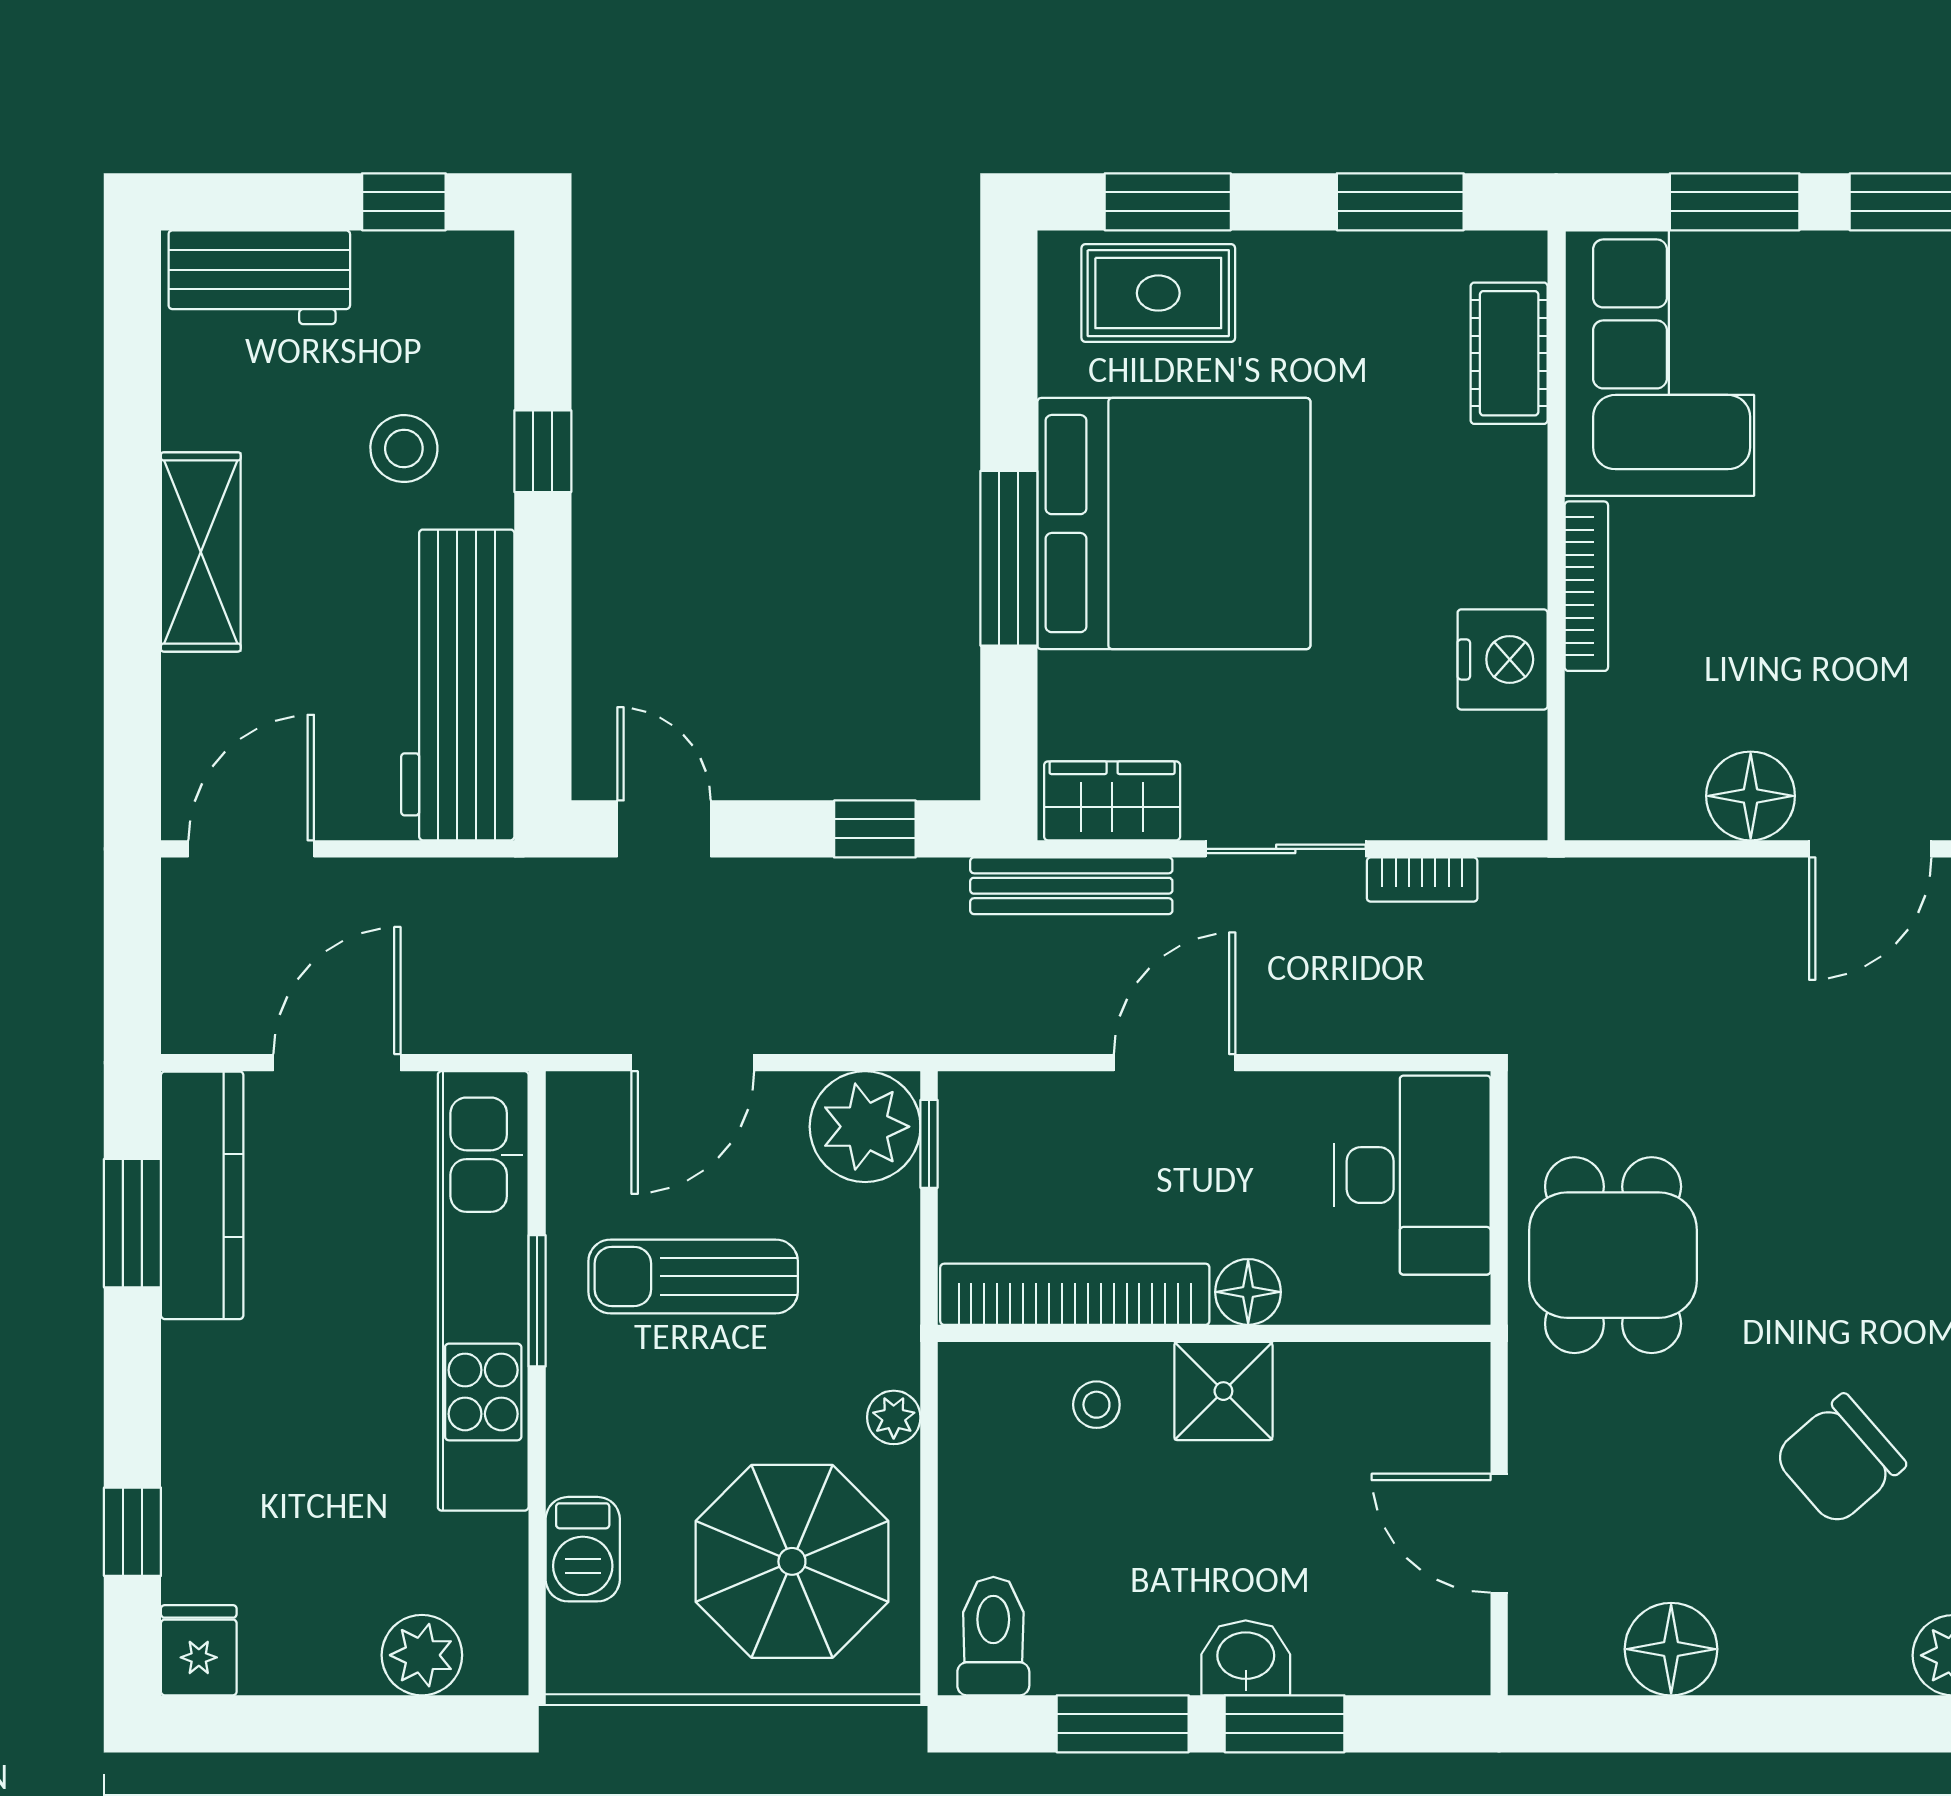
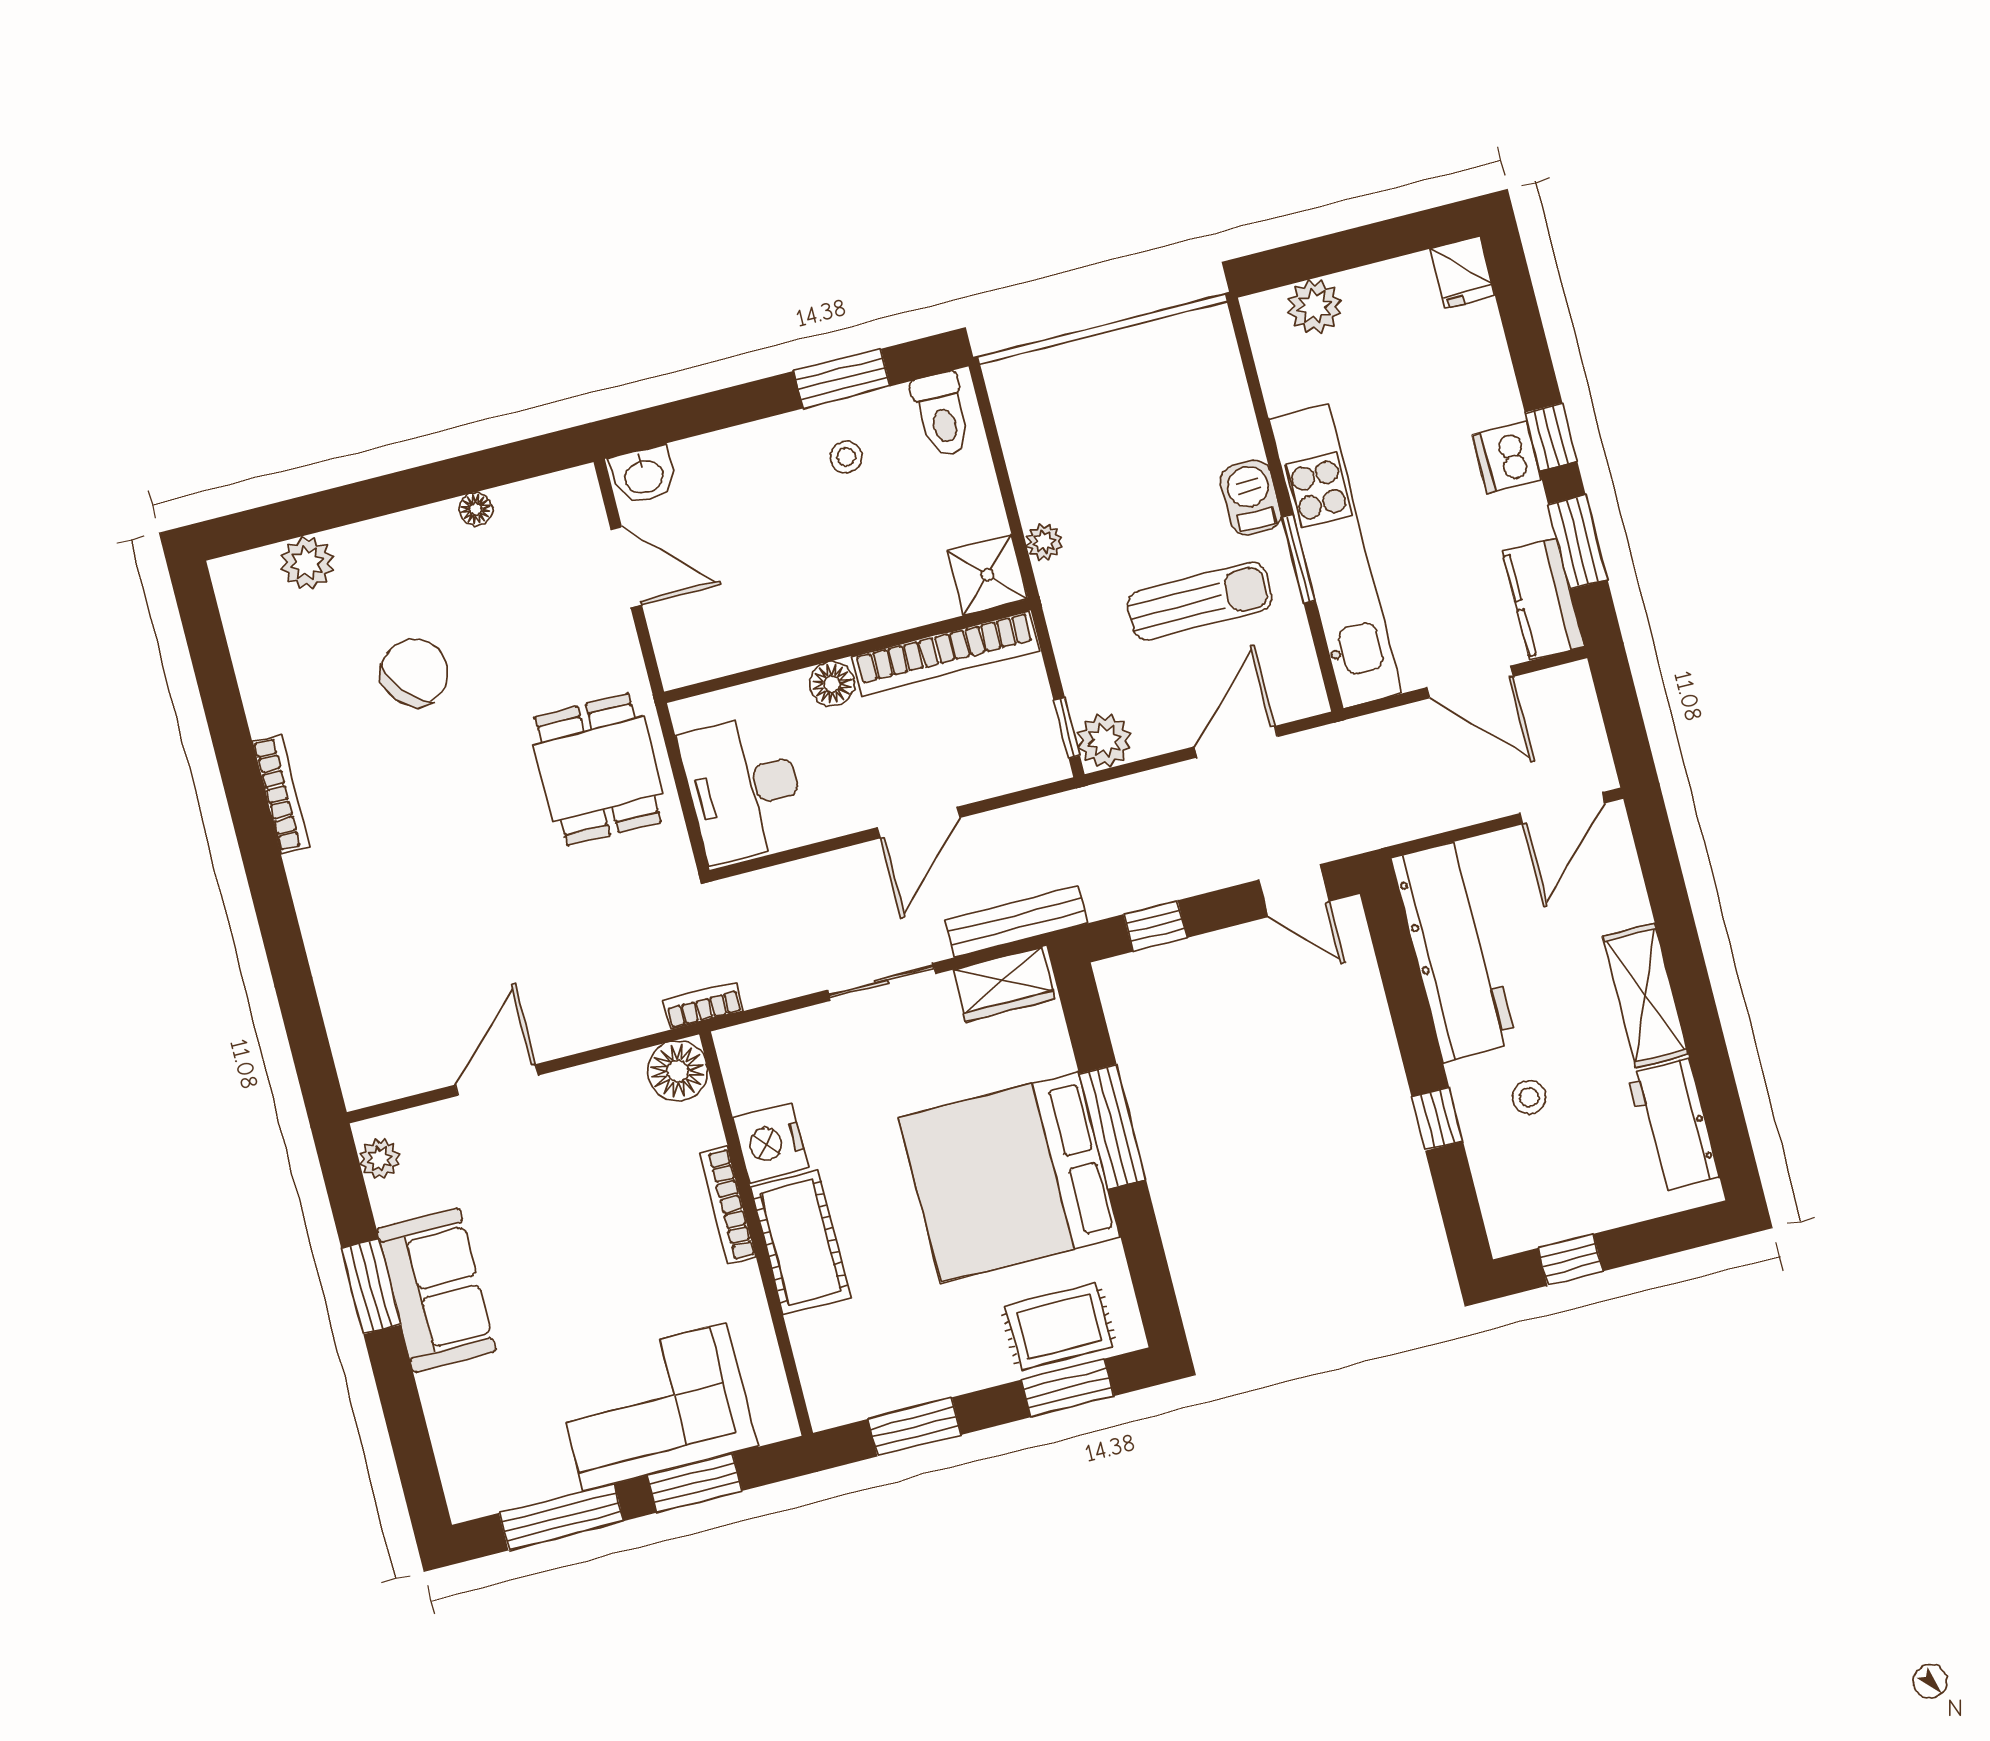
workbench: (259, 277) -> (1674, 1125), moved, turned -90
cot: (1509, 353) -> (800, 1242), moved, width x1.37, depth x1.34
corner sofa: (1659, 363) -> (655, 1407), moved, turned 90
stool: (404, 449) -> (1529, 1097), width x0.73, depth x0.73
floor lamp: (1751, 796) -> (678, 1071), moved
bookcase: (1422, 880) -> (703, 1006), moved
door: (337, 1063) -> (1470, 682), hinge flipped
plant: (865, 1127) -> (1105, 741), width x0.73, depth x0.73
kitchen counter: (202, 1195) -> (1543, 599), width x0.67
dishwasher: (203, 1369) -> (1507, 458), added
shower: (1223, 1391) -> (987, 575), moved
stool: (1096, 1405) -> (846, 457), moved
window: (132, 1532) -> (1551, 437), moved
barbecue: (583, 1549) -> (1251, 498), moved
parasol: (792, 1561) -> (1087, 430), removed
floor lamp: (1671, 1649) -> (476, 509), width x0.53, depth x0.53
washbasin: (1246, 1658) -> (644, 475), moved
window: (1285, 1724) -> (735, 406), removed

